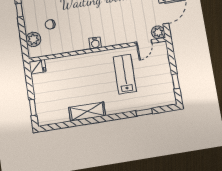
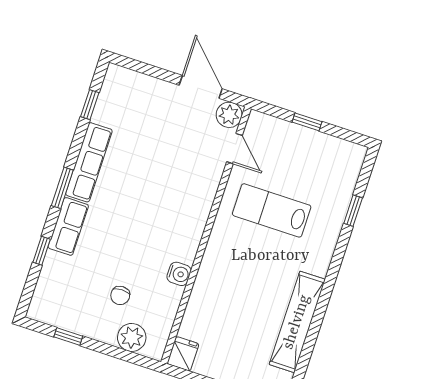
water cooler: (95, 43) -> (179, 274), moved
window: (176, 81) -> (307, 122), moved
shelving: (87, 112) -> (297, 322), width x1.47

